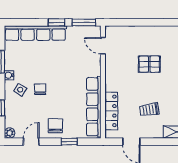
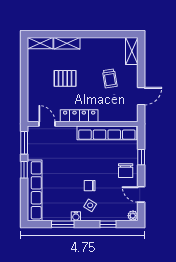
door: (103, 46) -> (47, 124), swing flipped
pallet: (149, 64) -> (65, 78), turned 90
locker: (111, 111) -> (79, 116), moved
chair: (55, 126) -> (126, 171), turned -90

